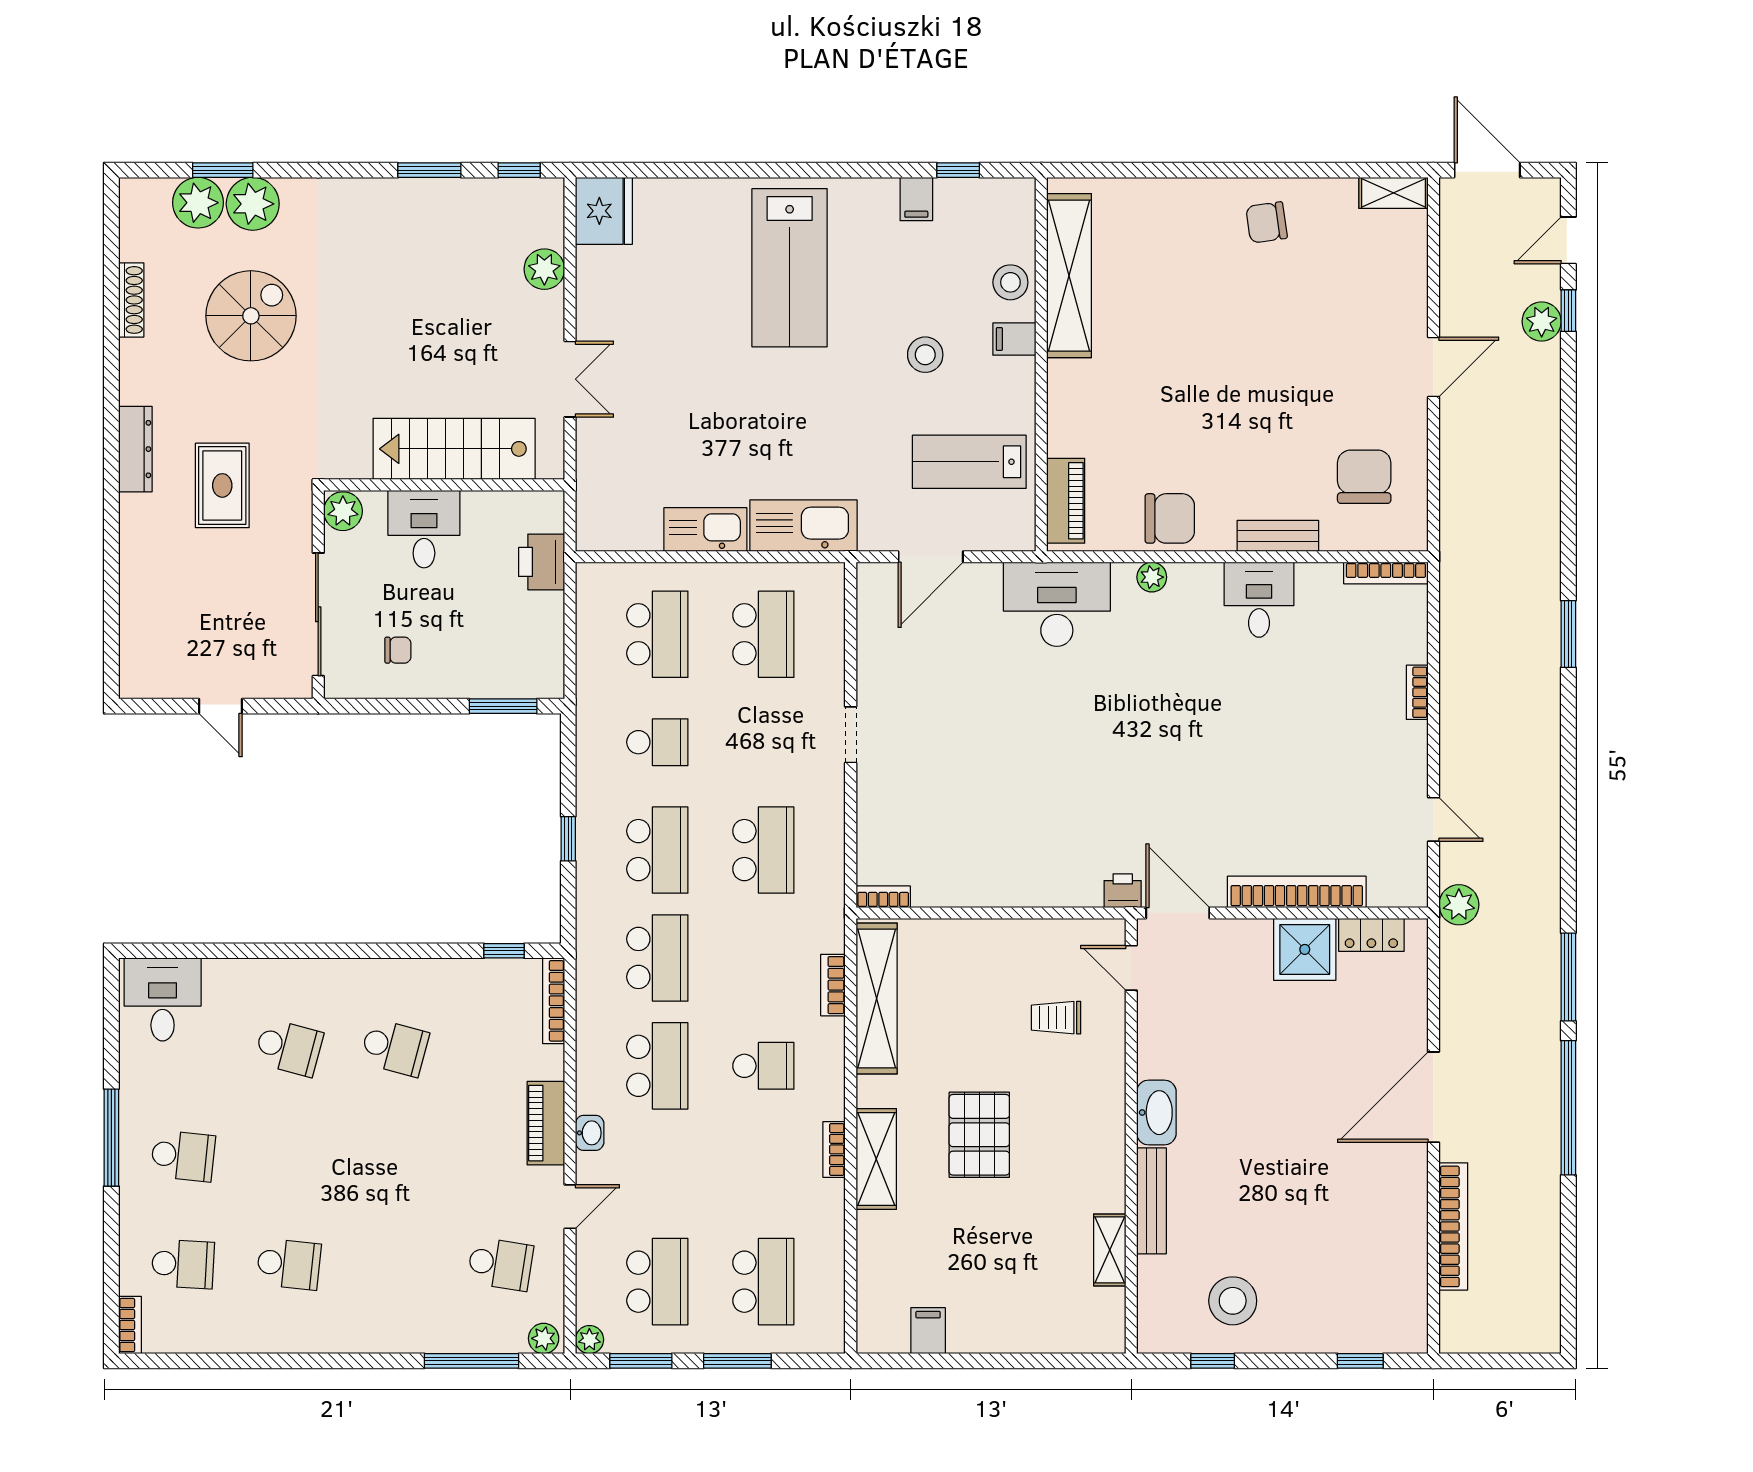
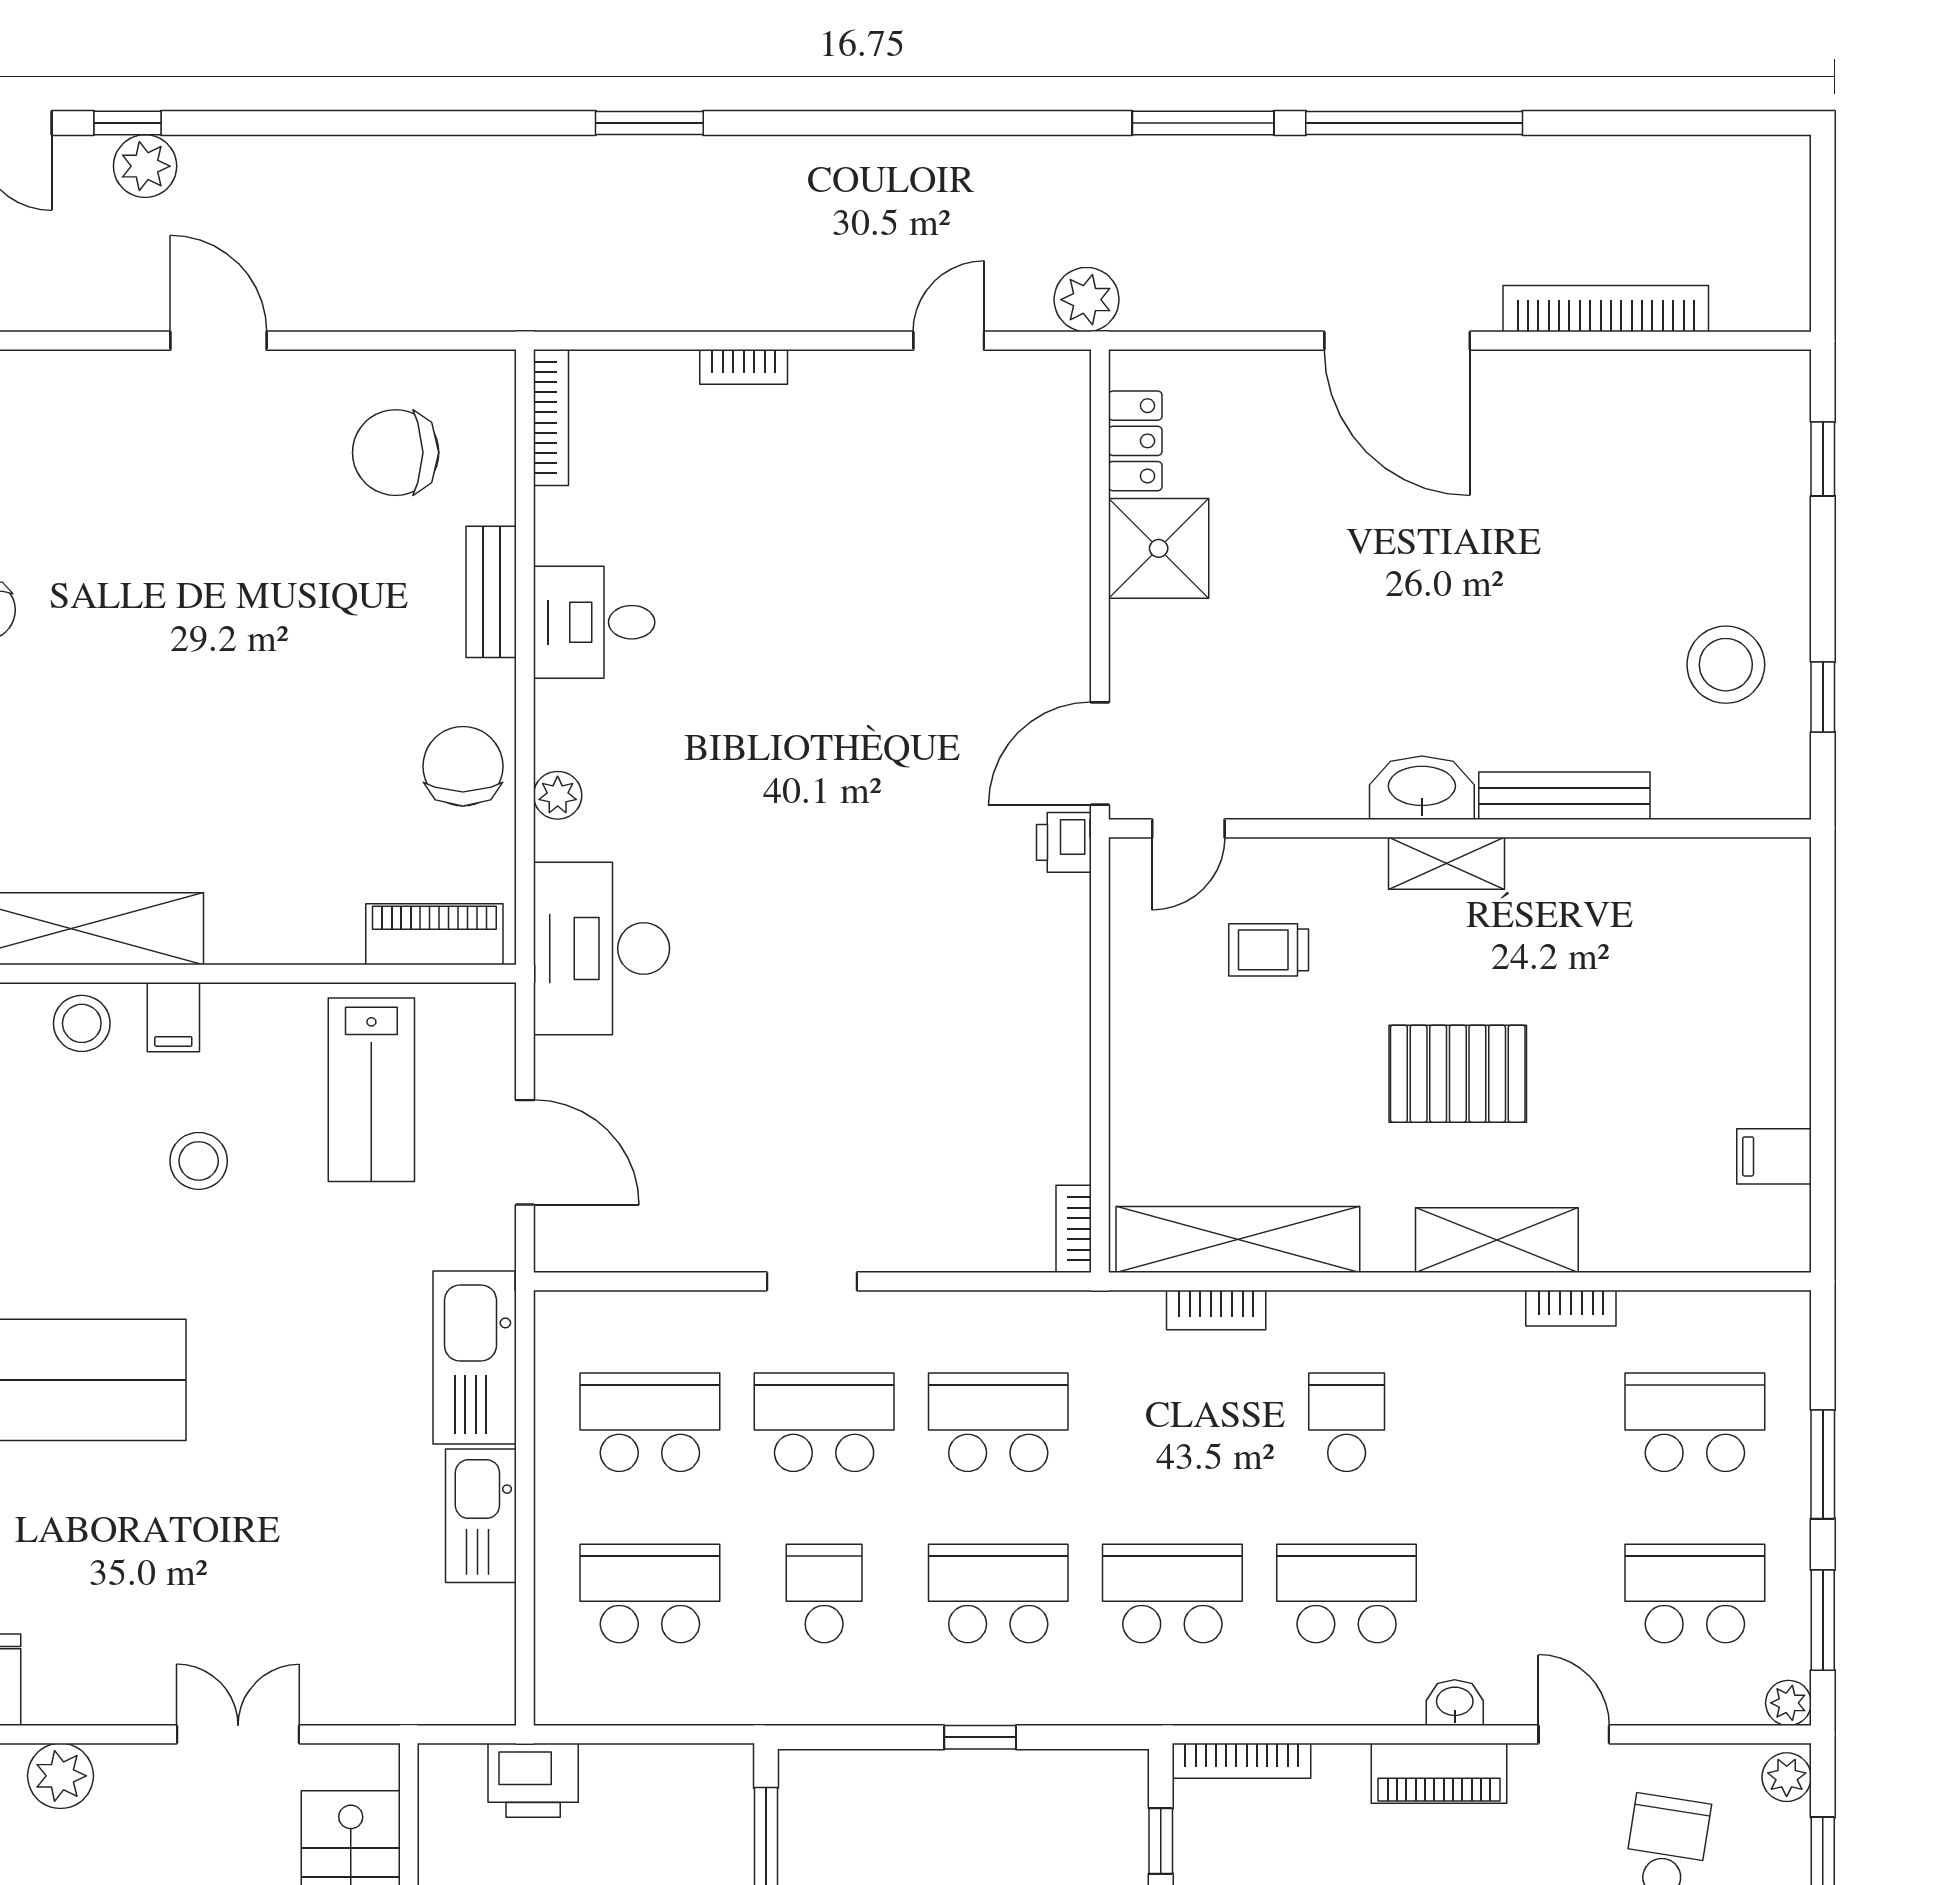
school desk: (763, 742) -> (824, 1422), added
bookcase: (1297, 892) -> (1066, 561), removed
trolley: (1056, 1018) -> (1269, 950), turned 90
bookcase: (834, 1149) -> (1571, 1308), moved
shelving: (1110, 1250) -> (1446, 863), moved

